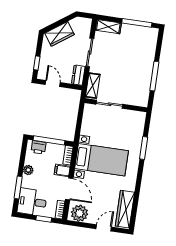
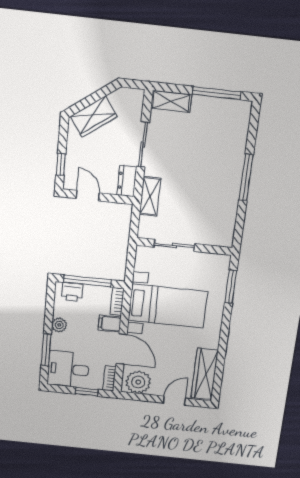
sliding door: (109, 104) -> (174, 245), moved
wall: (116, 105) -> (184, 246), moved

